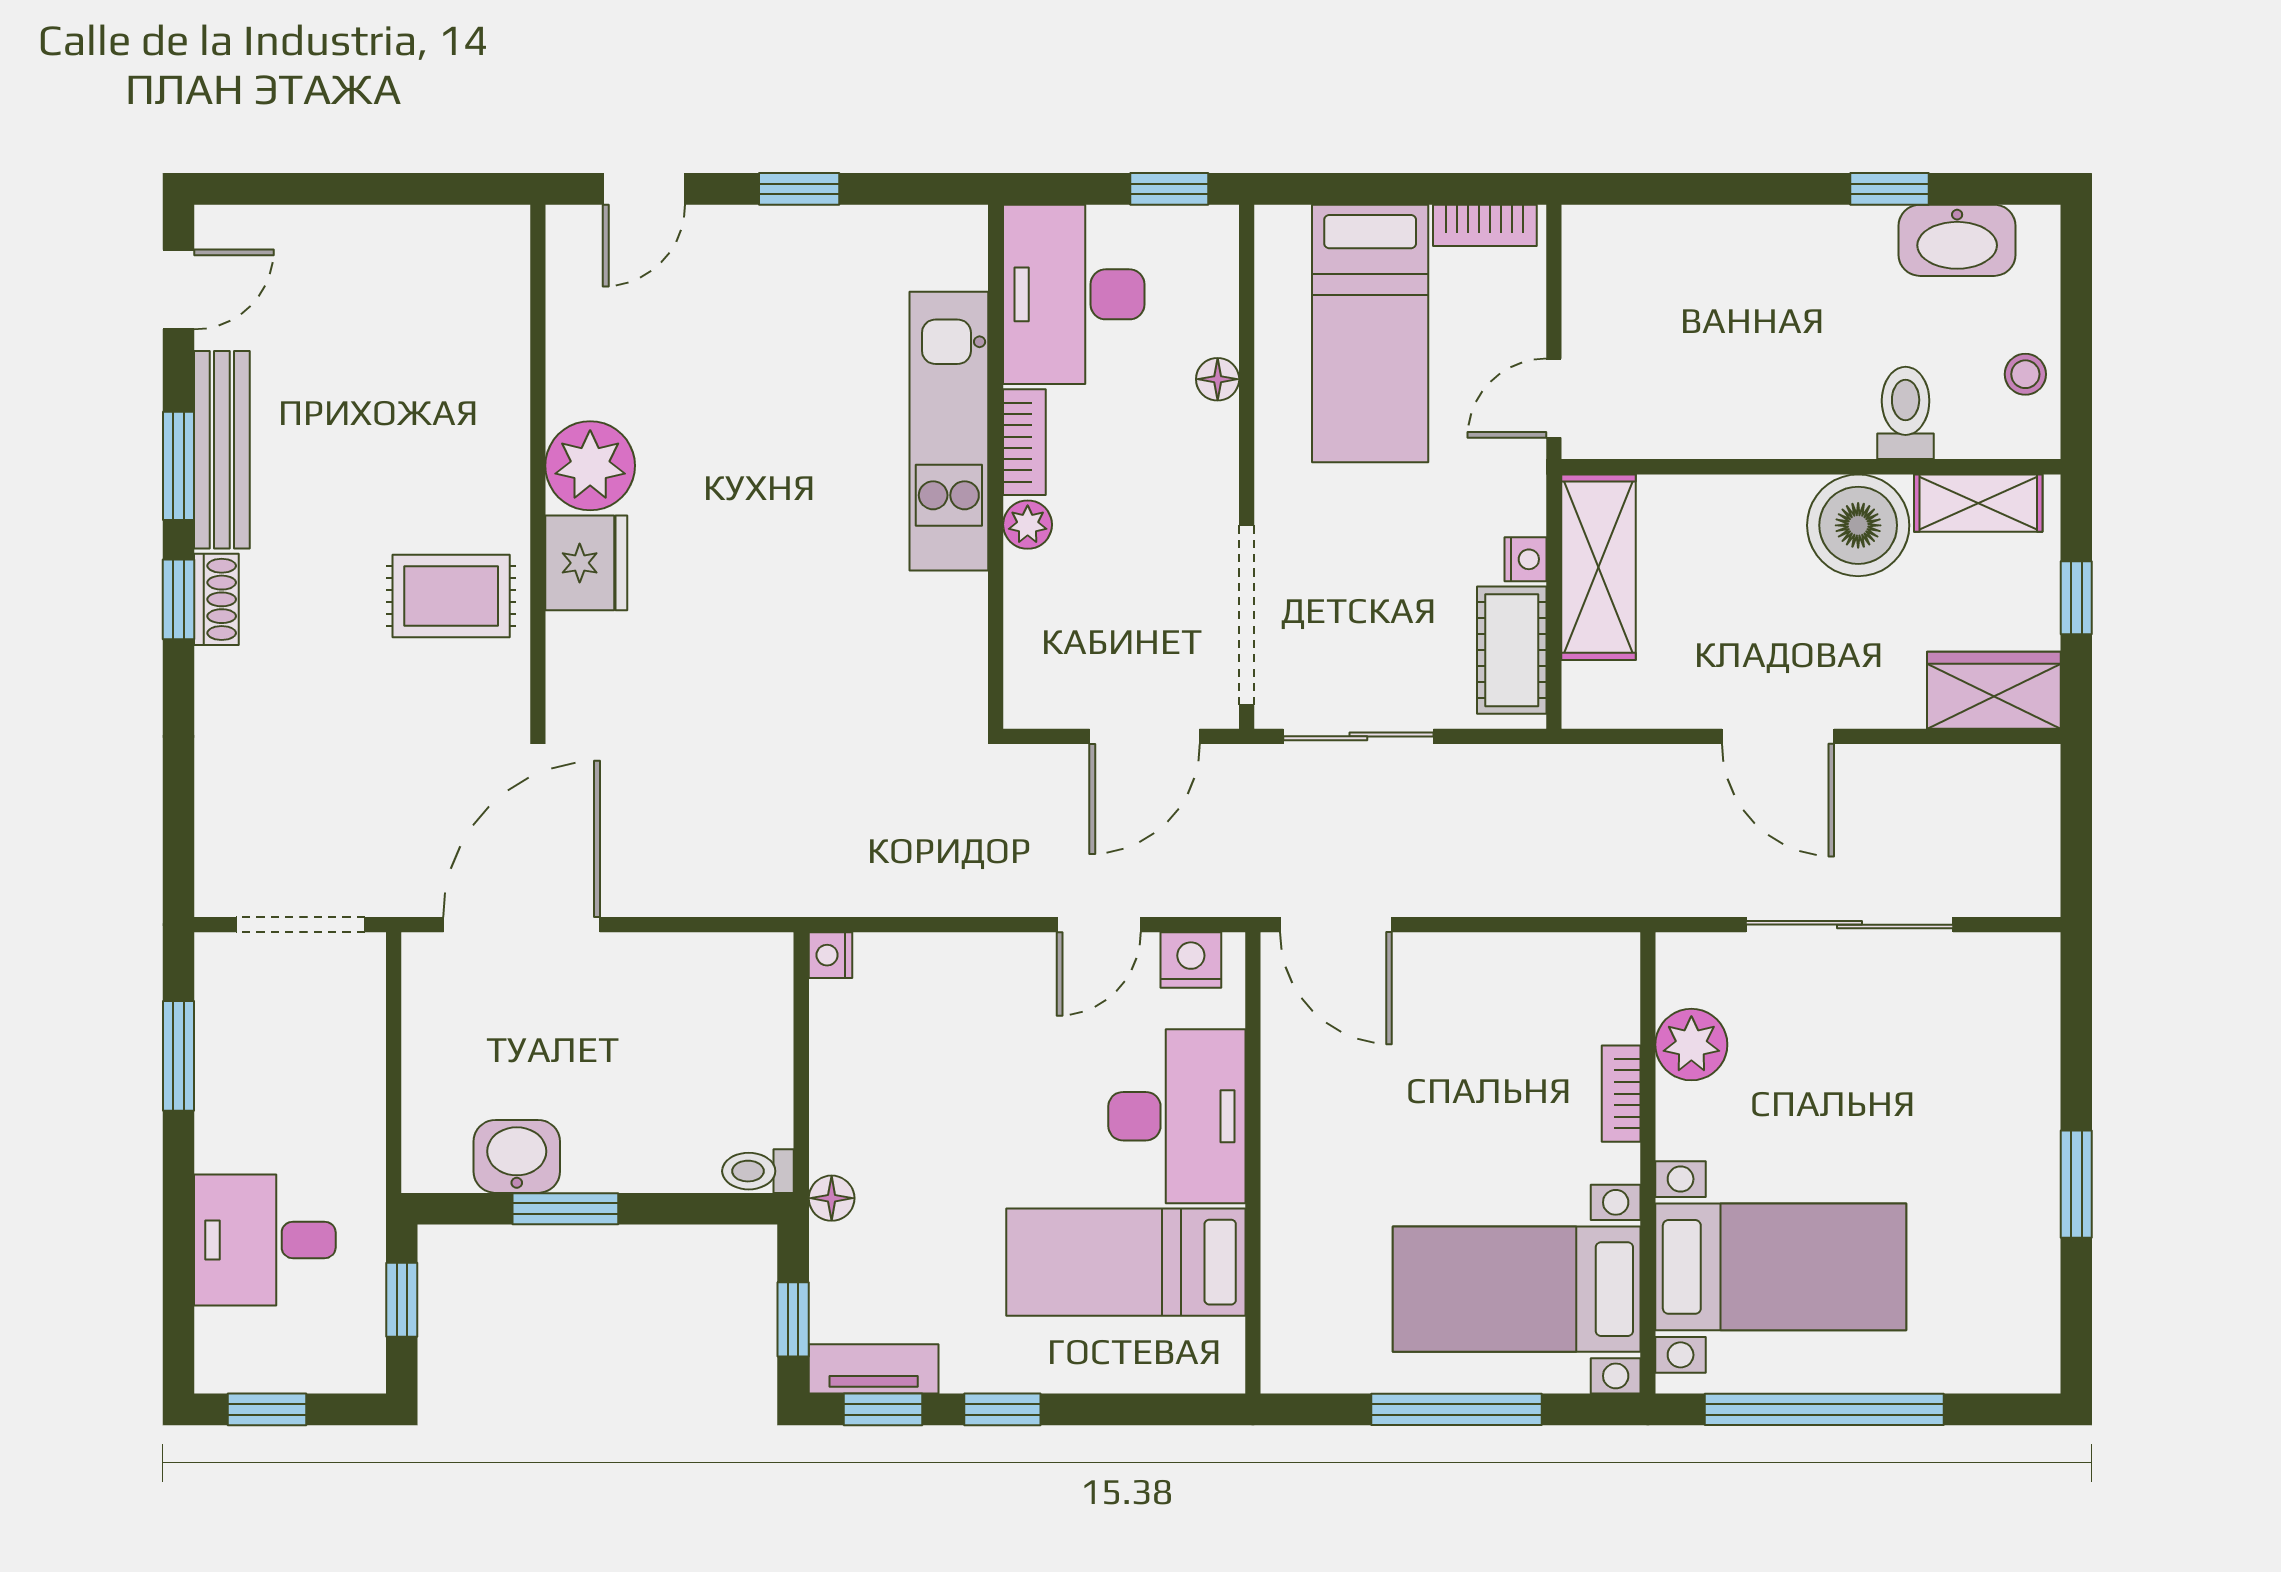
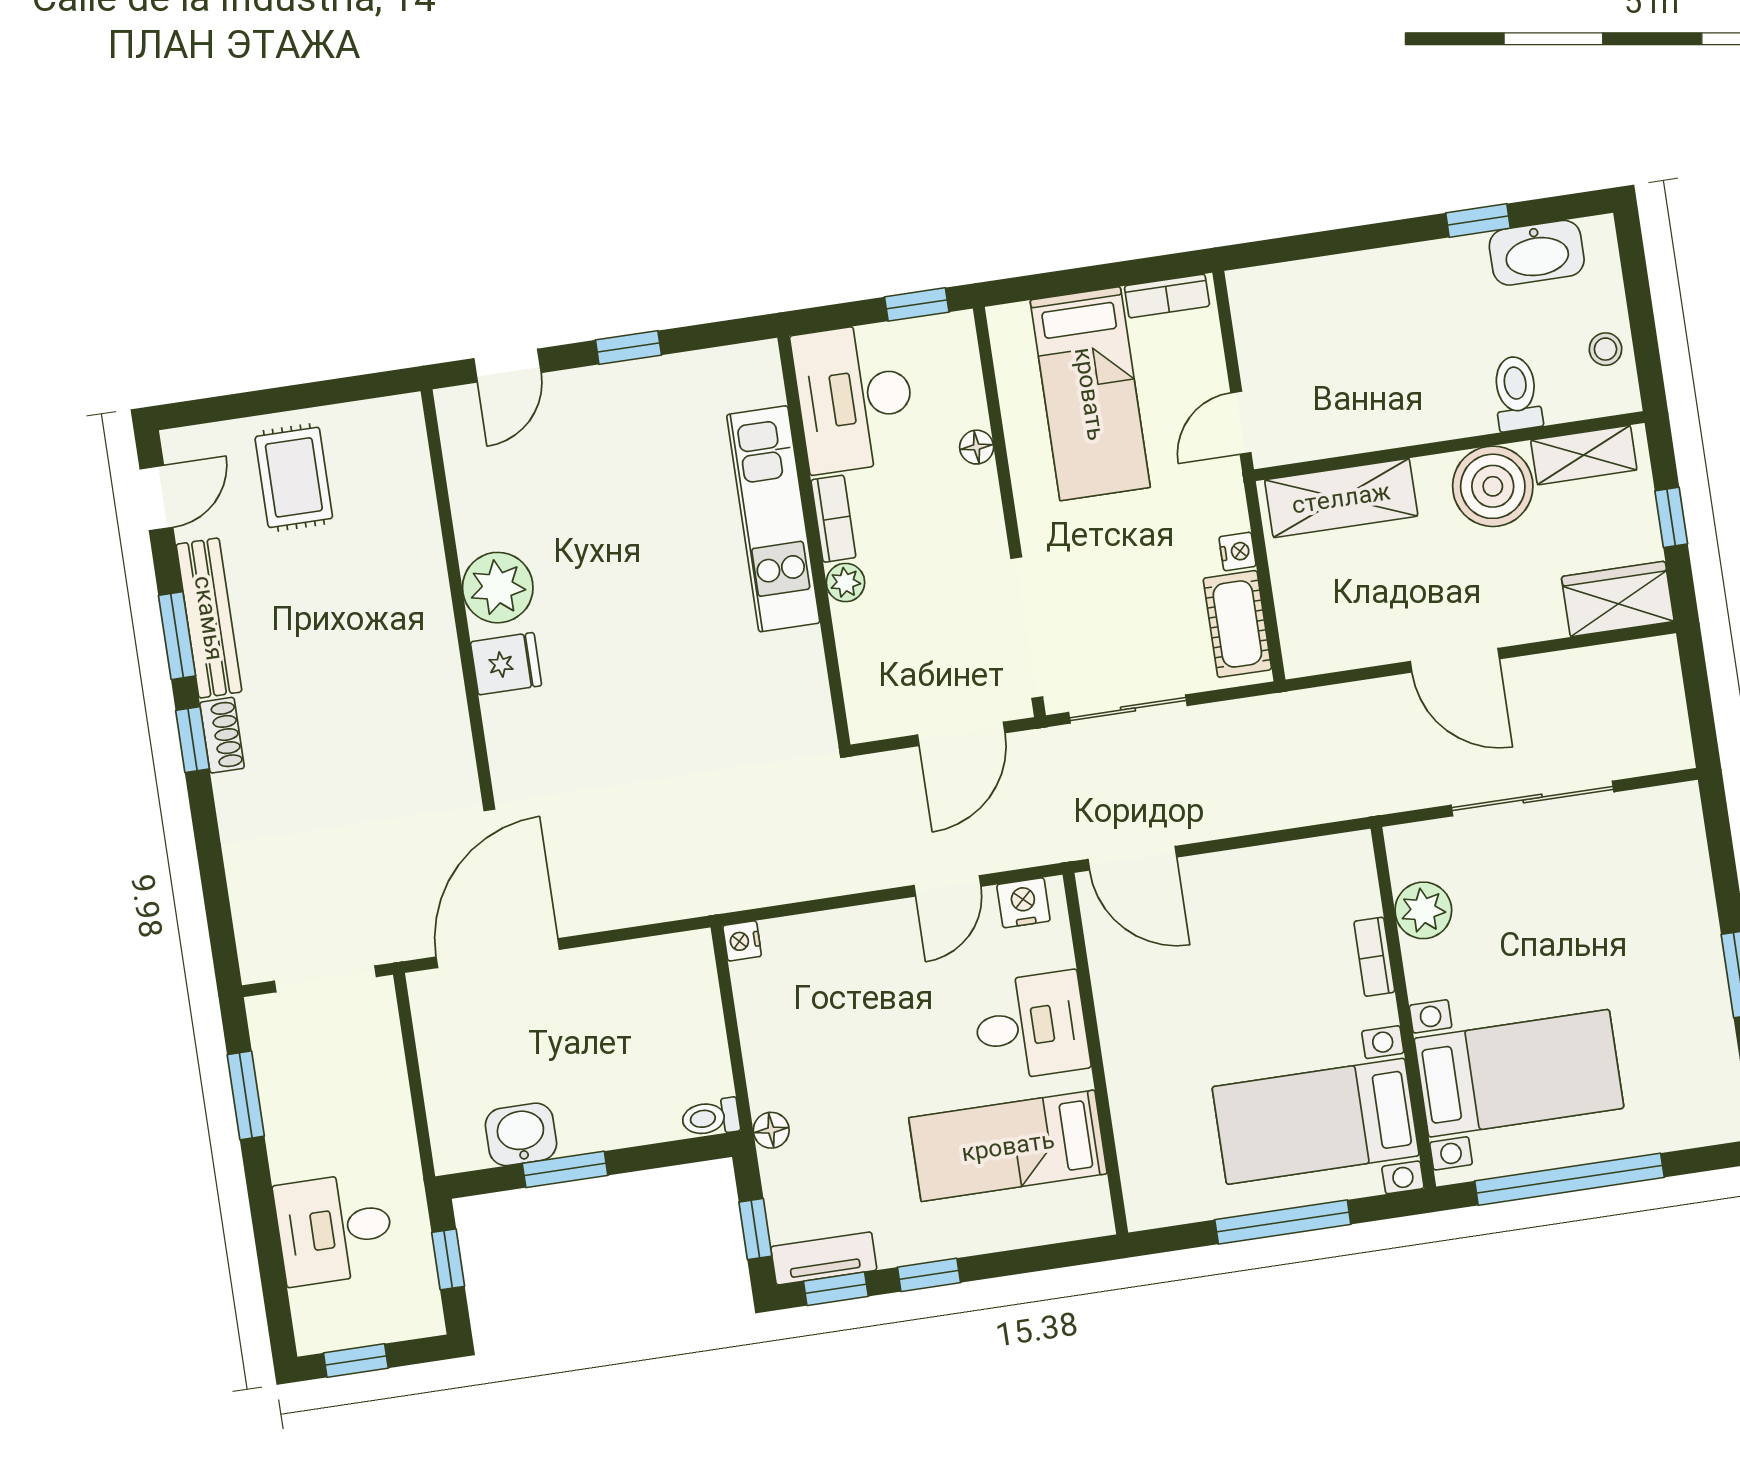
fridge: (586, 563) -> (506, 664), width x0.72
shelving: (1599, 567) -> (1341, 498), moved, turned 90
rug: (451, 596) -> (294, 477), moved, turned 90
desk: (1177, 1116) -> (1031, 1026), width x0.73

